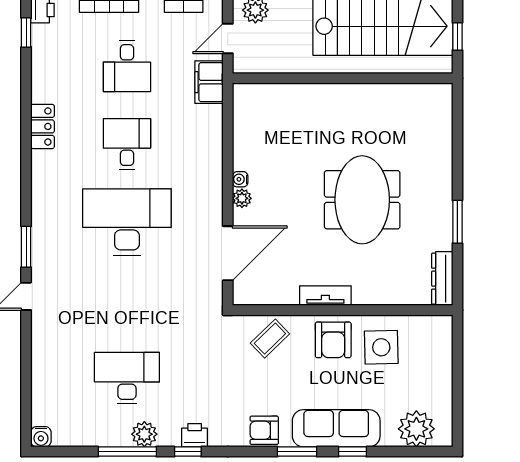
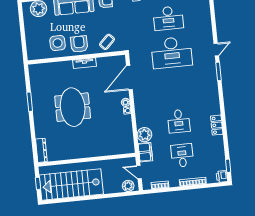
door: (228, 39) -> (139, 172), swing flipped
plant: (207, 122) -> (144, 135), added
desk: (127, 222) -> (172, 52), moved
dresser: (442, 279) -> (41, 150), moved

